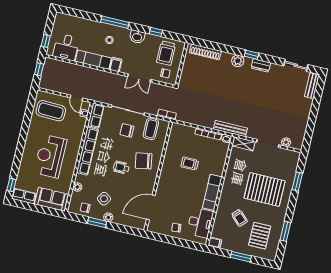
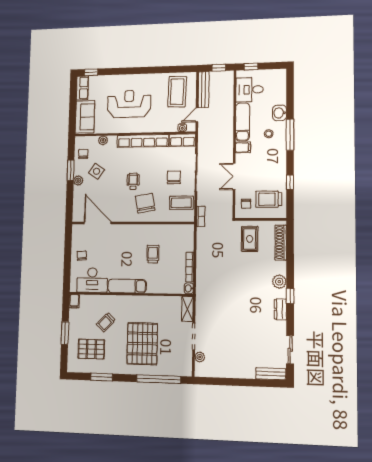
washbasin: (137, 37) -> (280, 113), moved
rug: (196, 77) -> (250, 239), added
bench: (230, 129) -> (204, 90), moved
window: (297, 181) -> (159, 379), width x2.11

